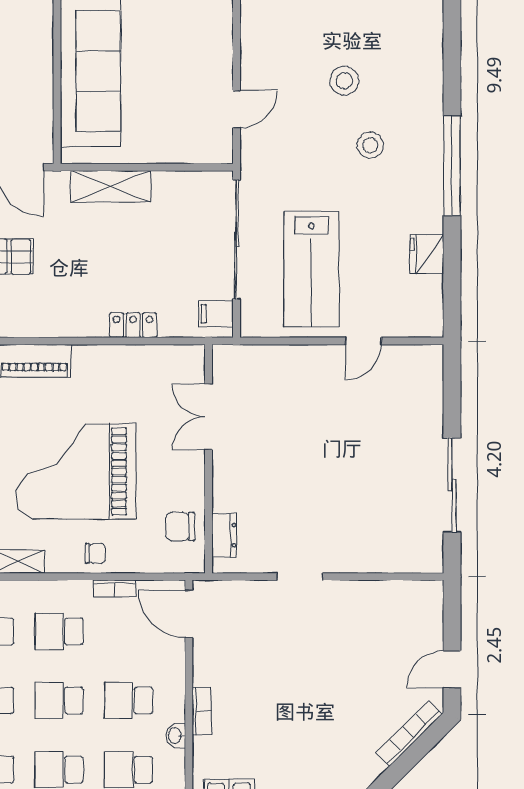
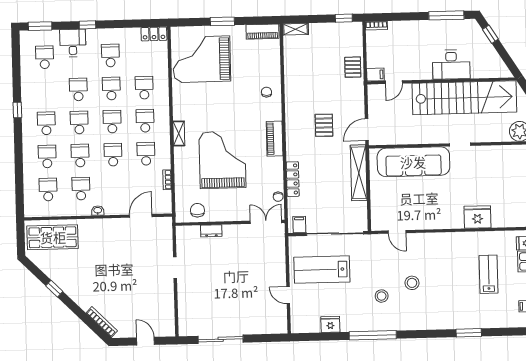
shelving: (111, 186) -> (359, 173), width x1.47
locker: (133, 325) -> (293, 179), width x1.53
double door: (208, 417) -> (266, 222), moved
dresser: (224, 535) -> (211, 231), moved
chair: (95, 553) -> (278, 197), moved
door: (189, 614) -> (141, 216), moved
door: (452, 669) -> (145, 341), moved
school desk: (128, 701) -> (114, 188), removed
bookcase: (202, 711) -> (110, 223), removed

